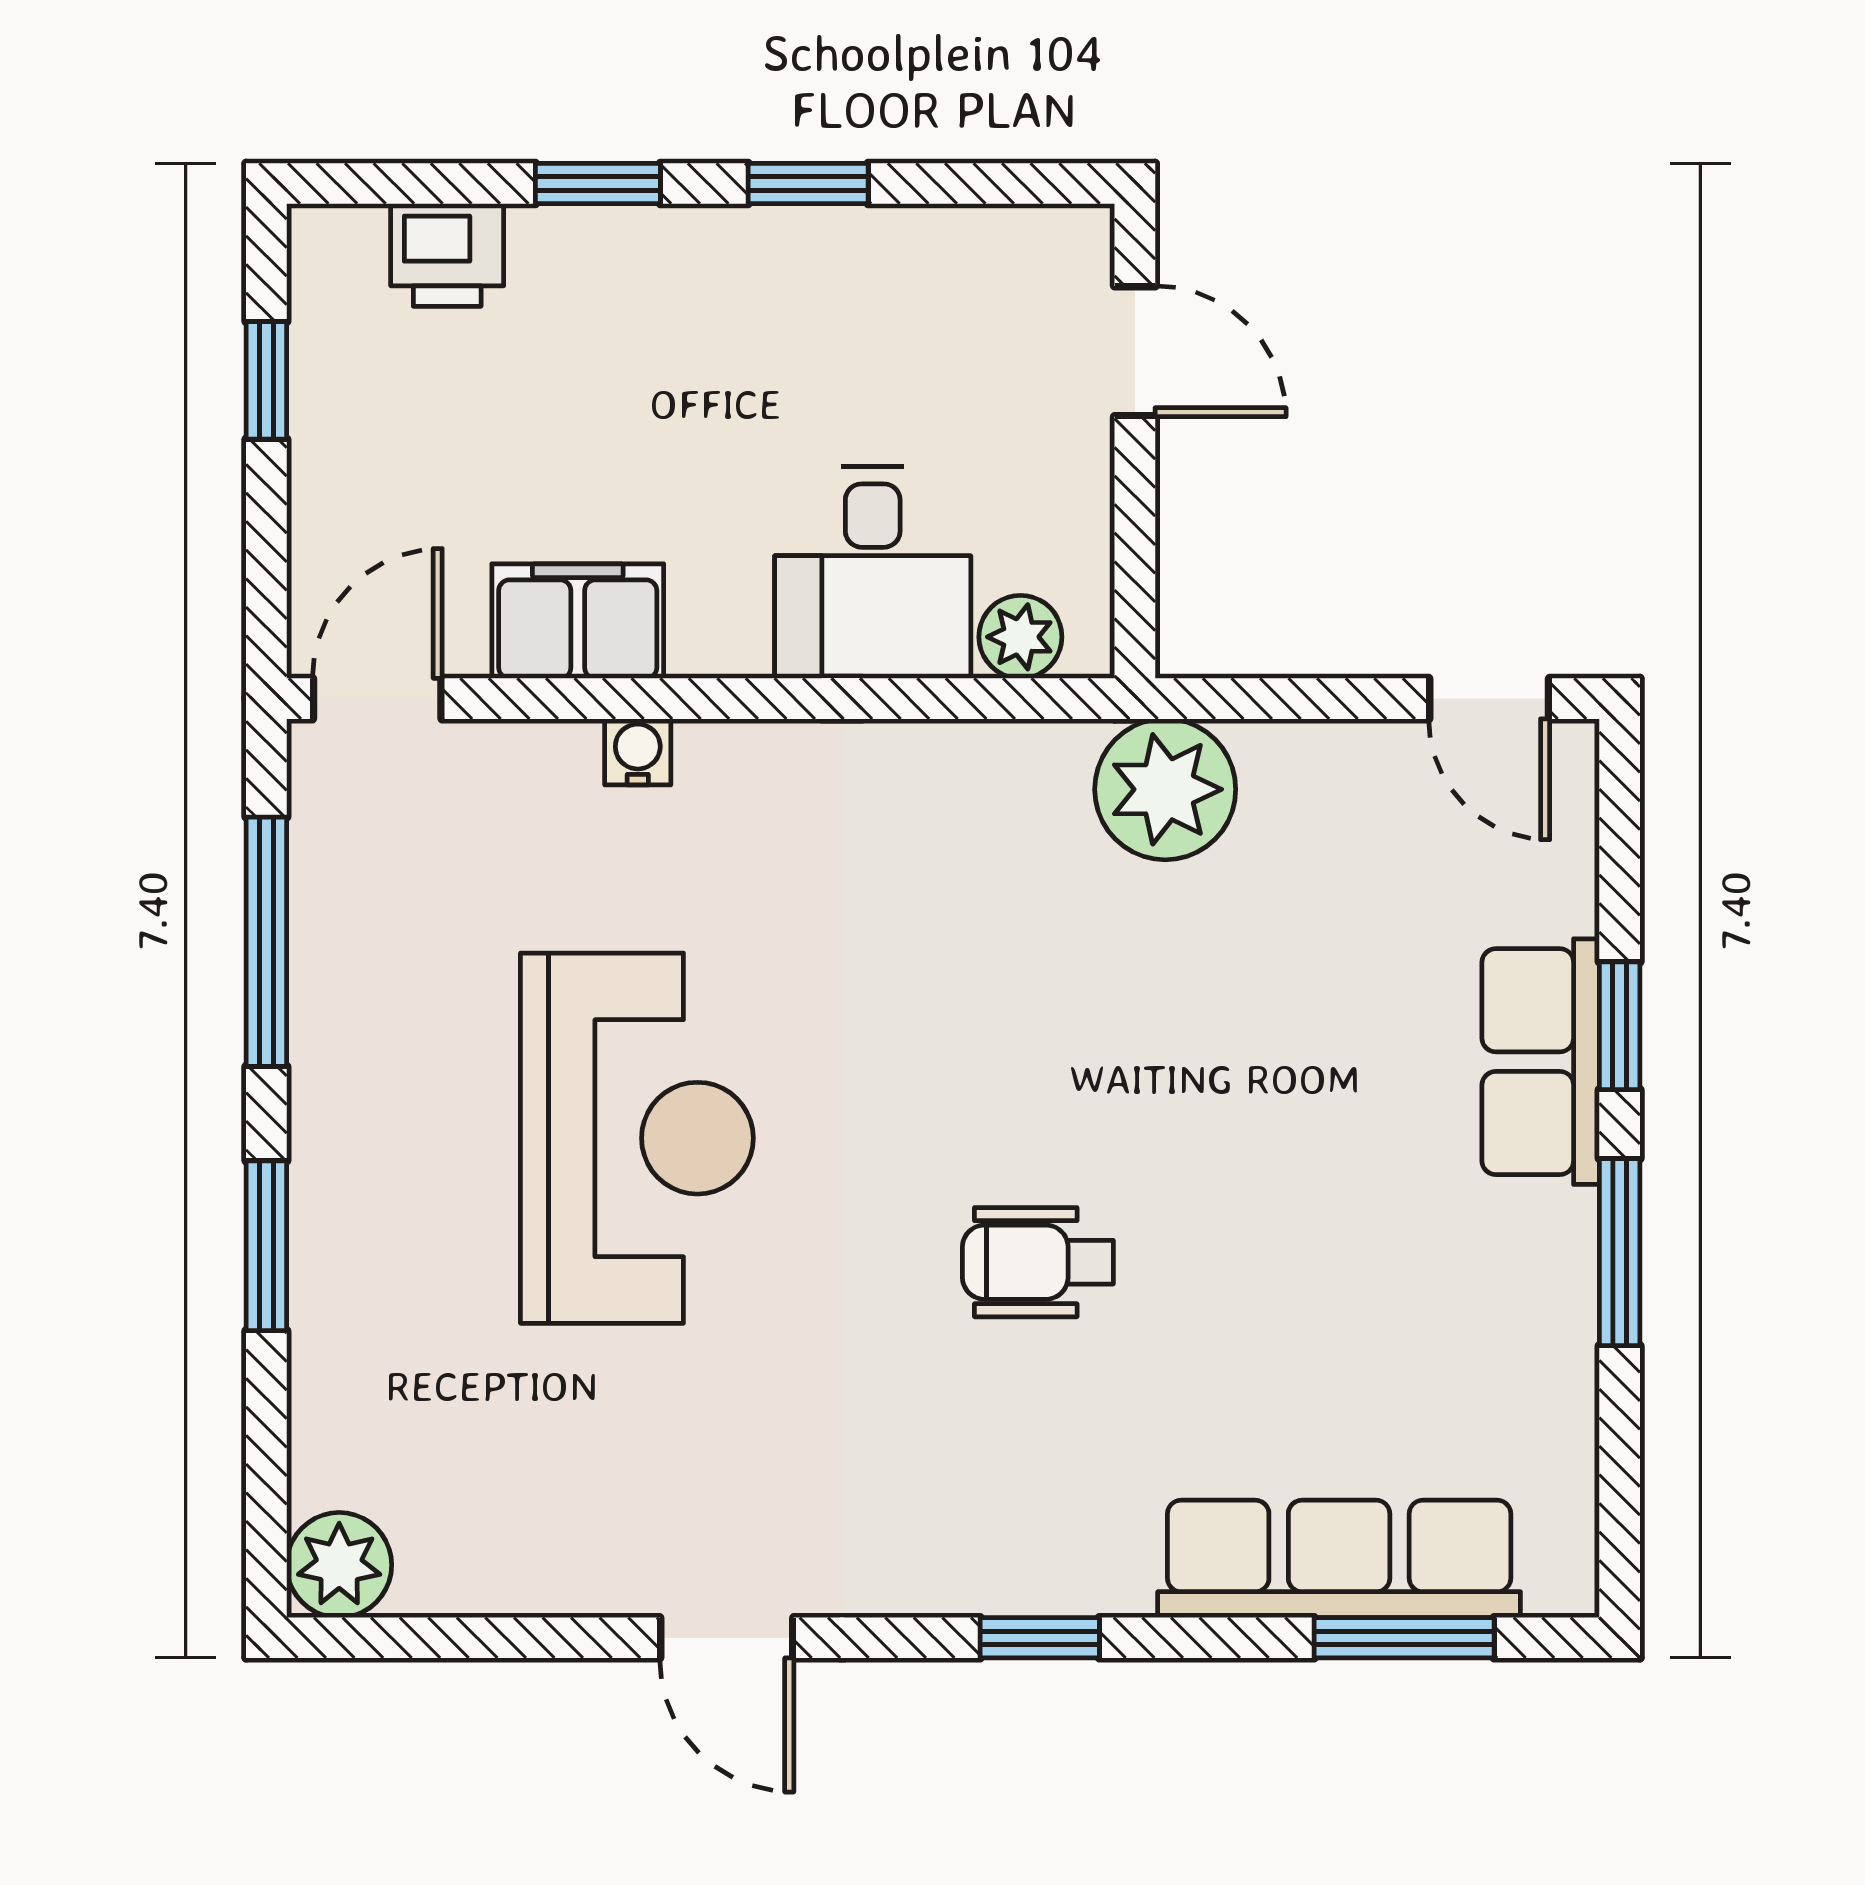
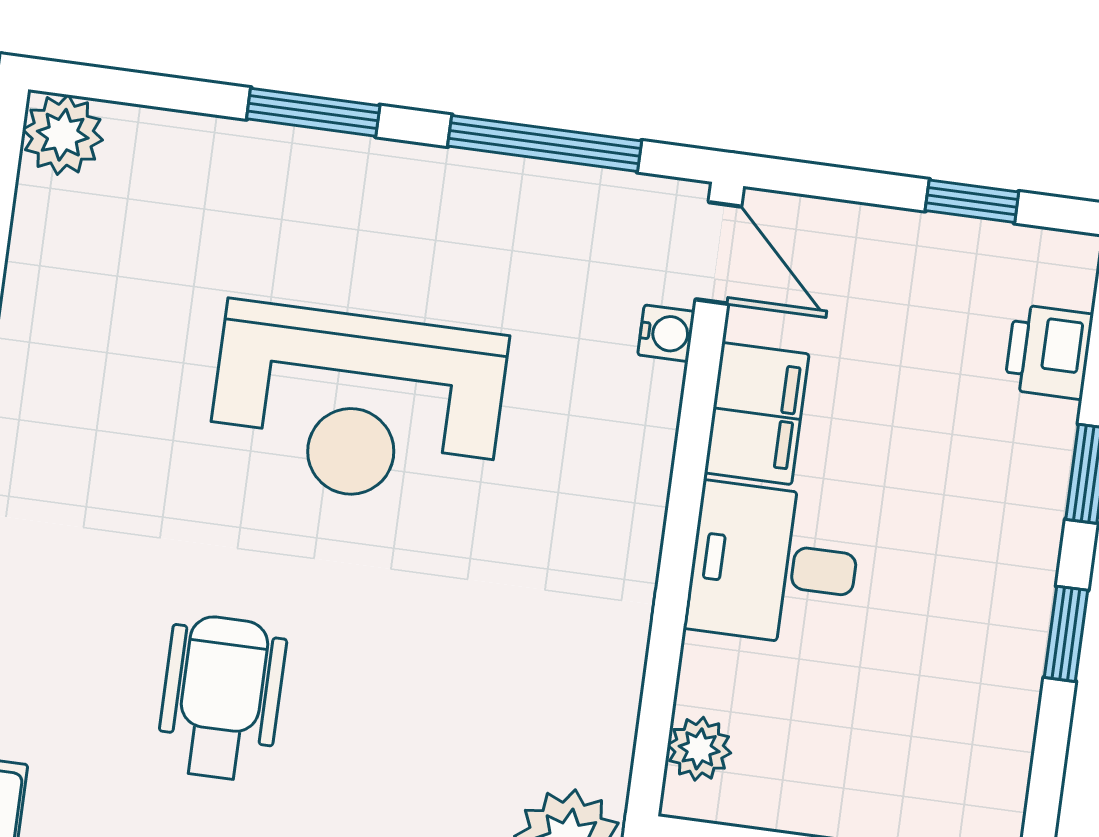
desk: (873, 573) -> (774, 565), moved
water cooler: (638, 752) -> (666, 333), moved
wheelchair: (1038, 1262) -> (221, 698), width x1.36, depth x1.37

